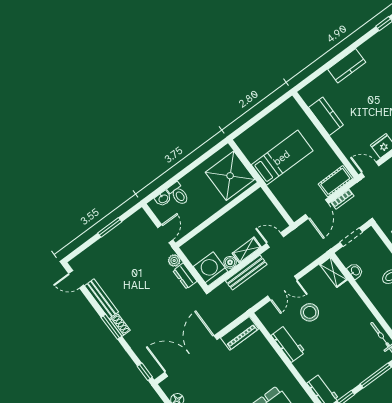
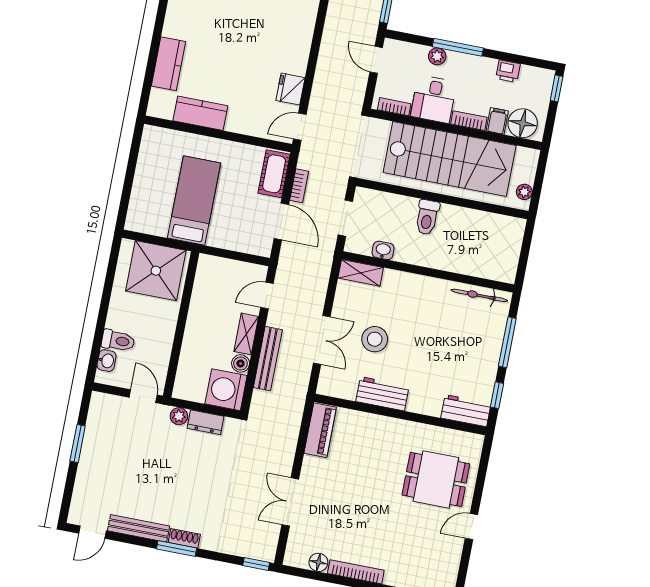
kitchen counter: (347, 66) -> (168, 64), moved
double door: (191, 356) -> (290, 502), width x0.54

